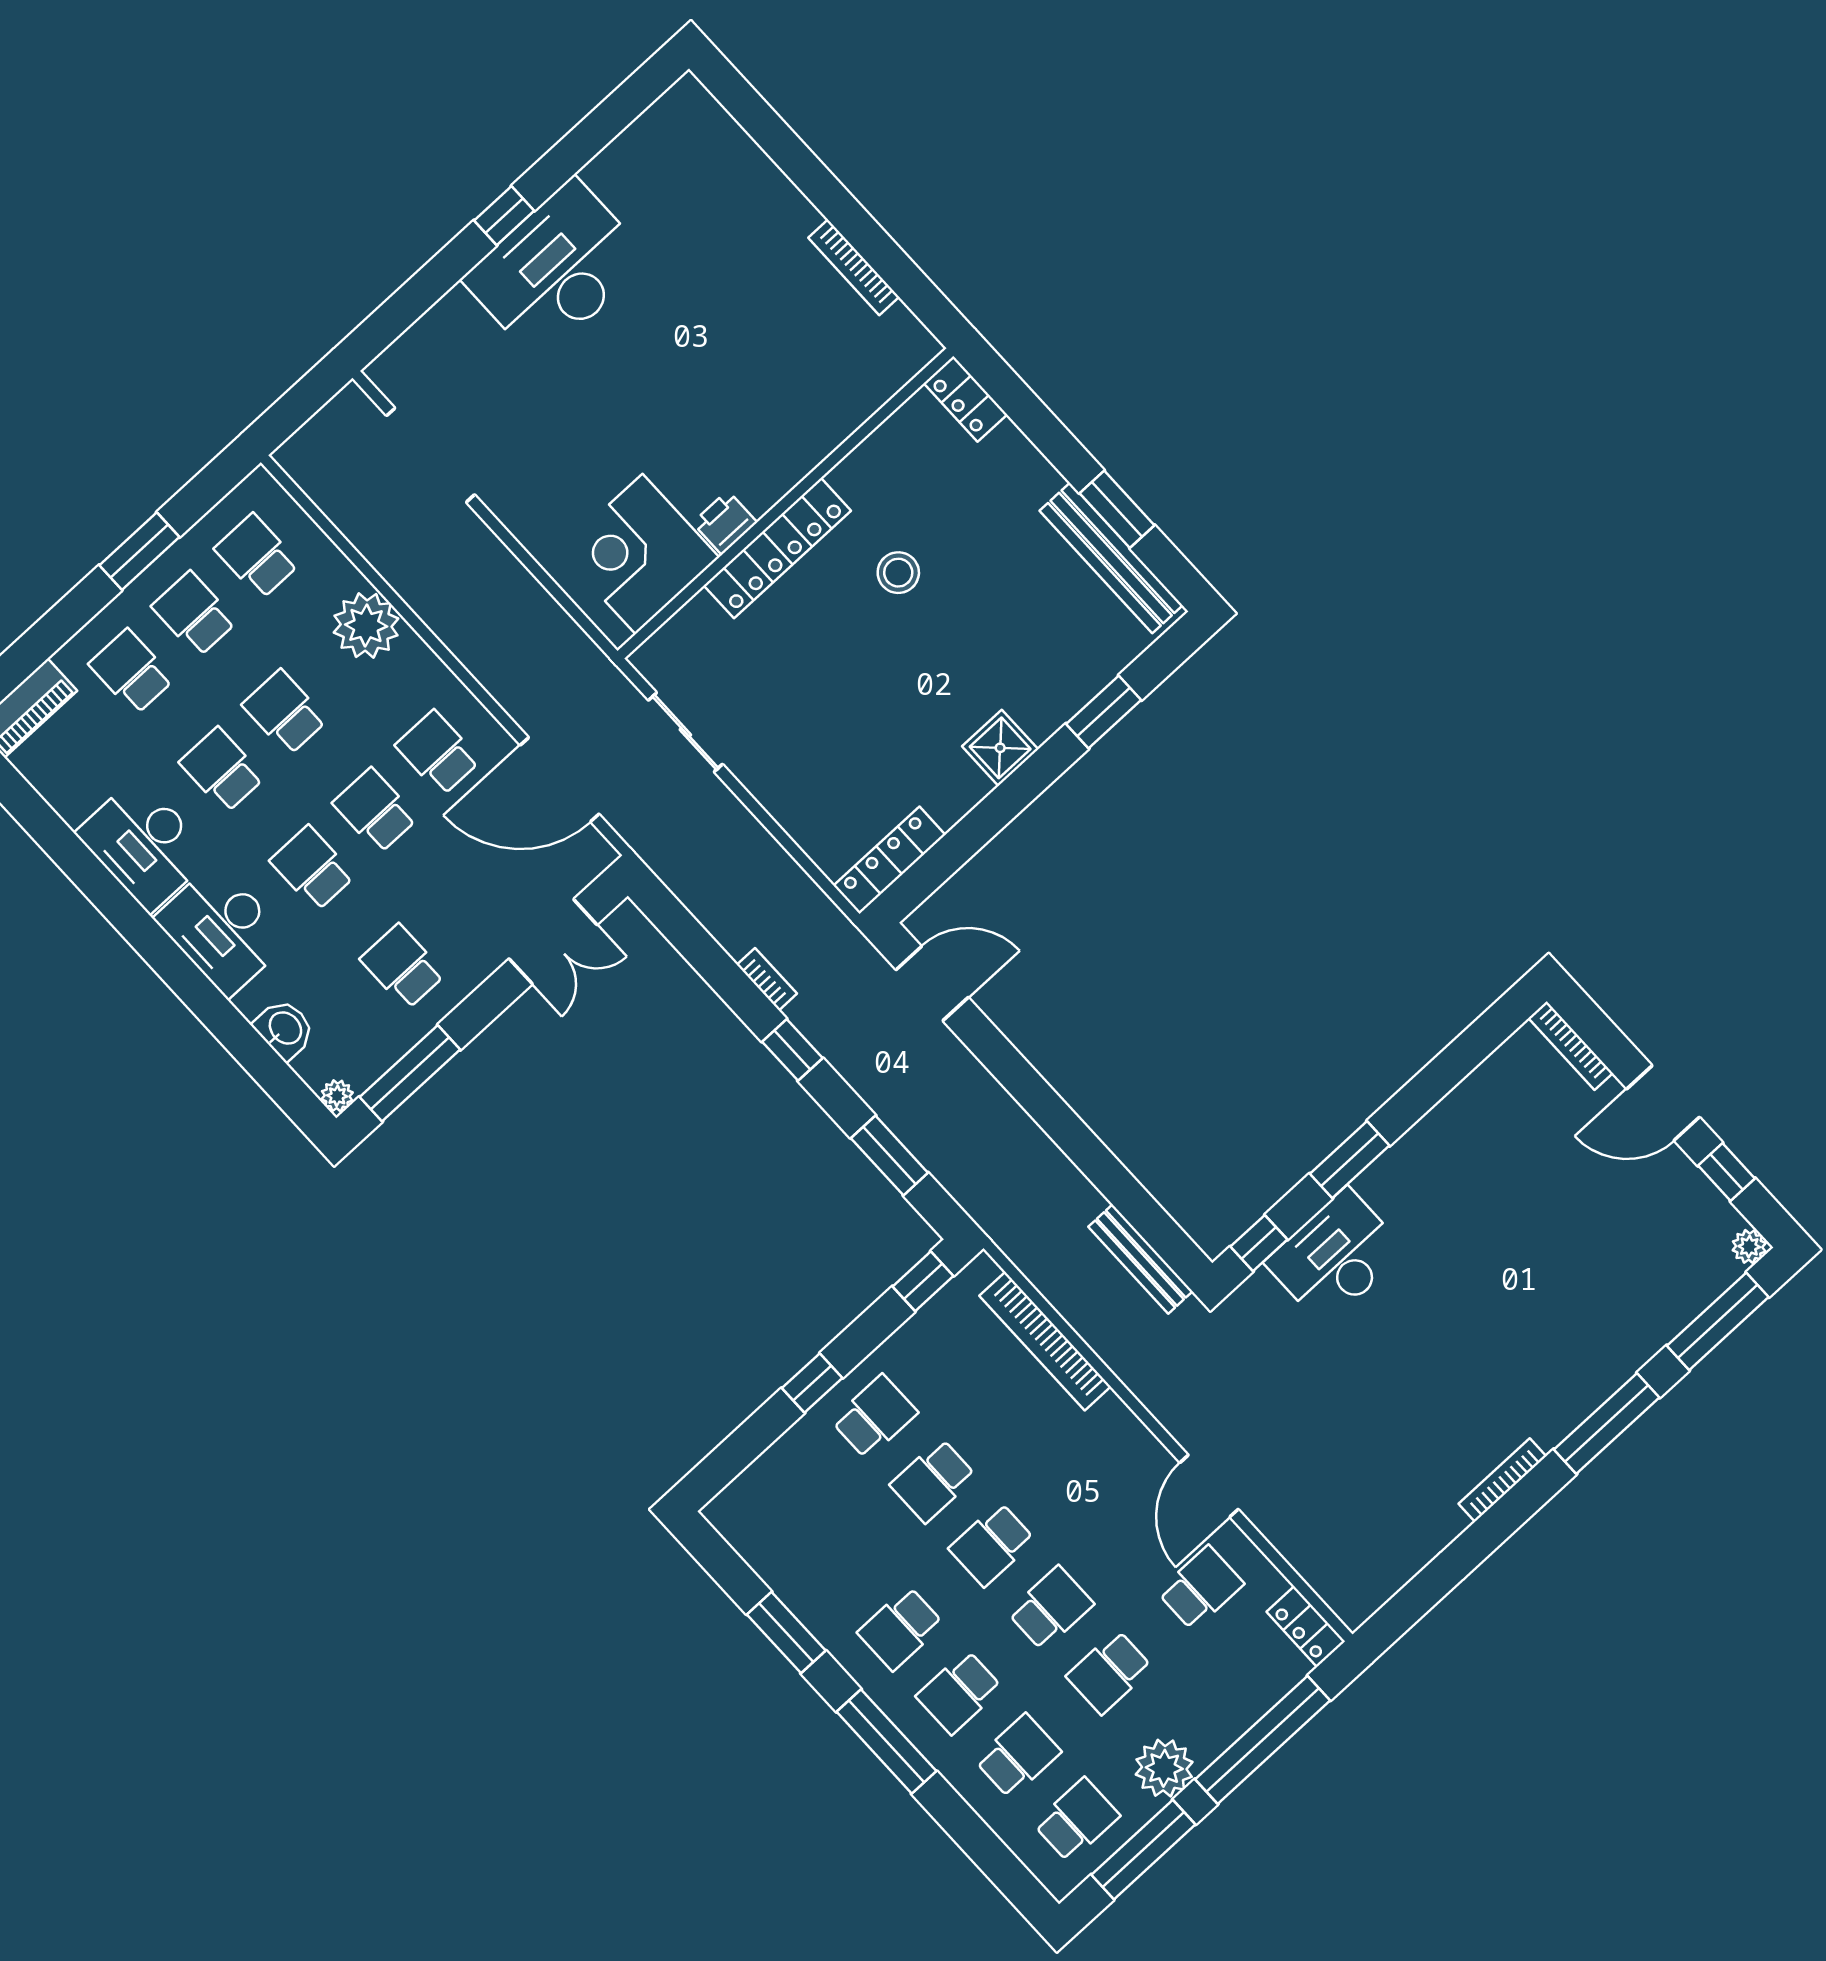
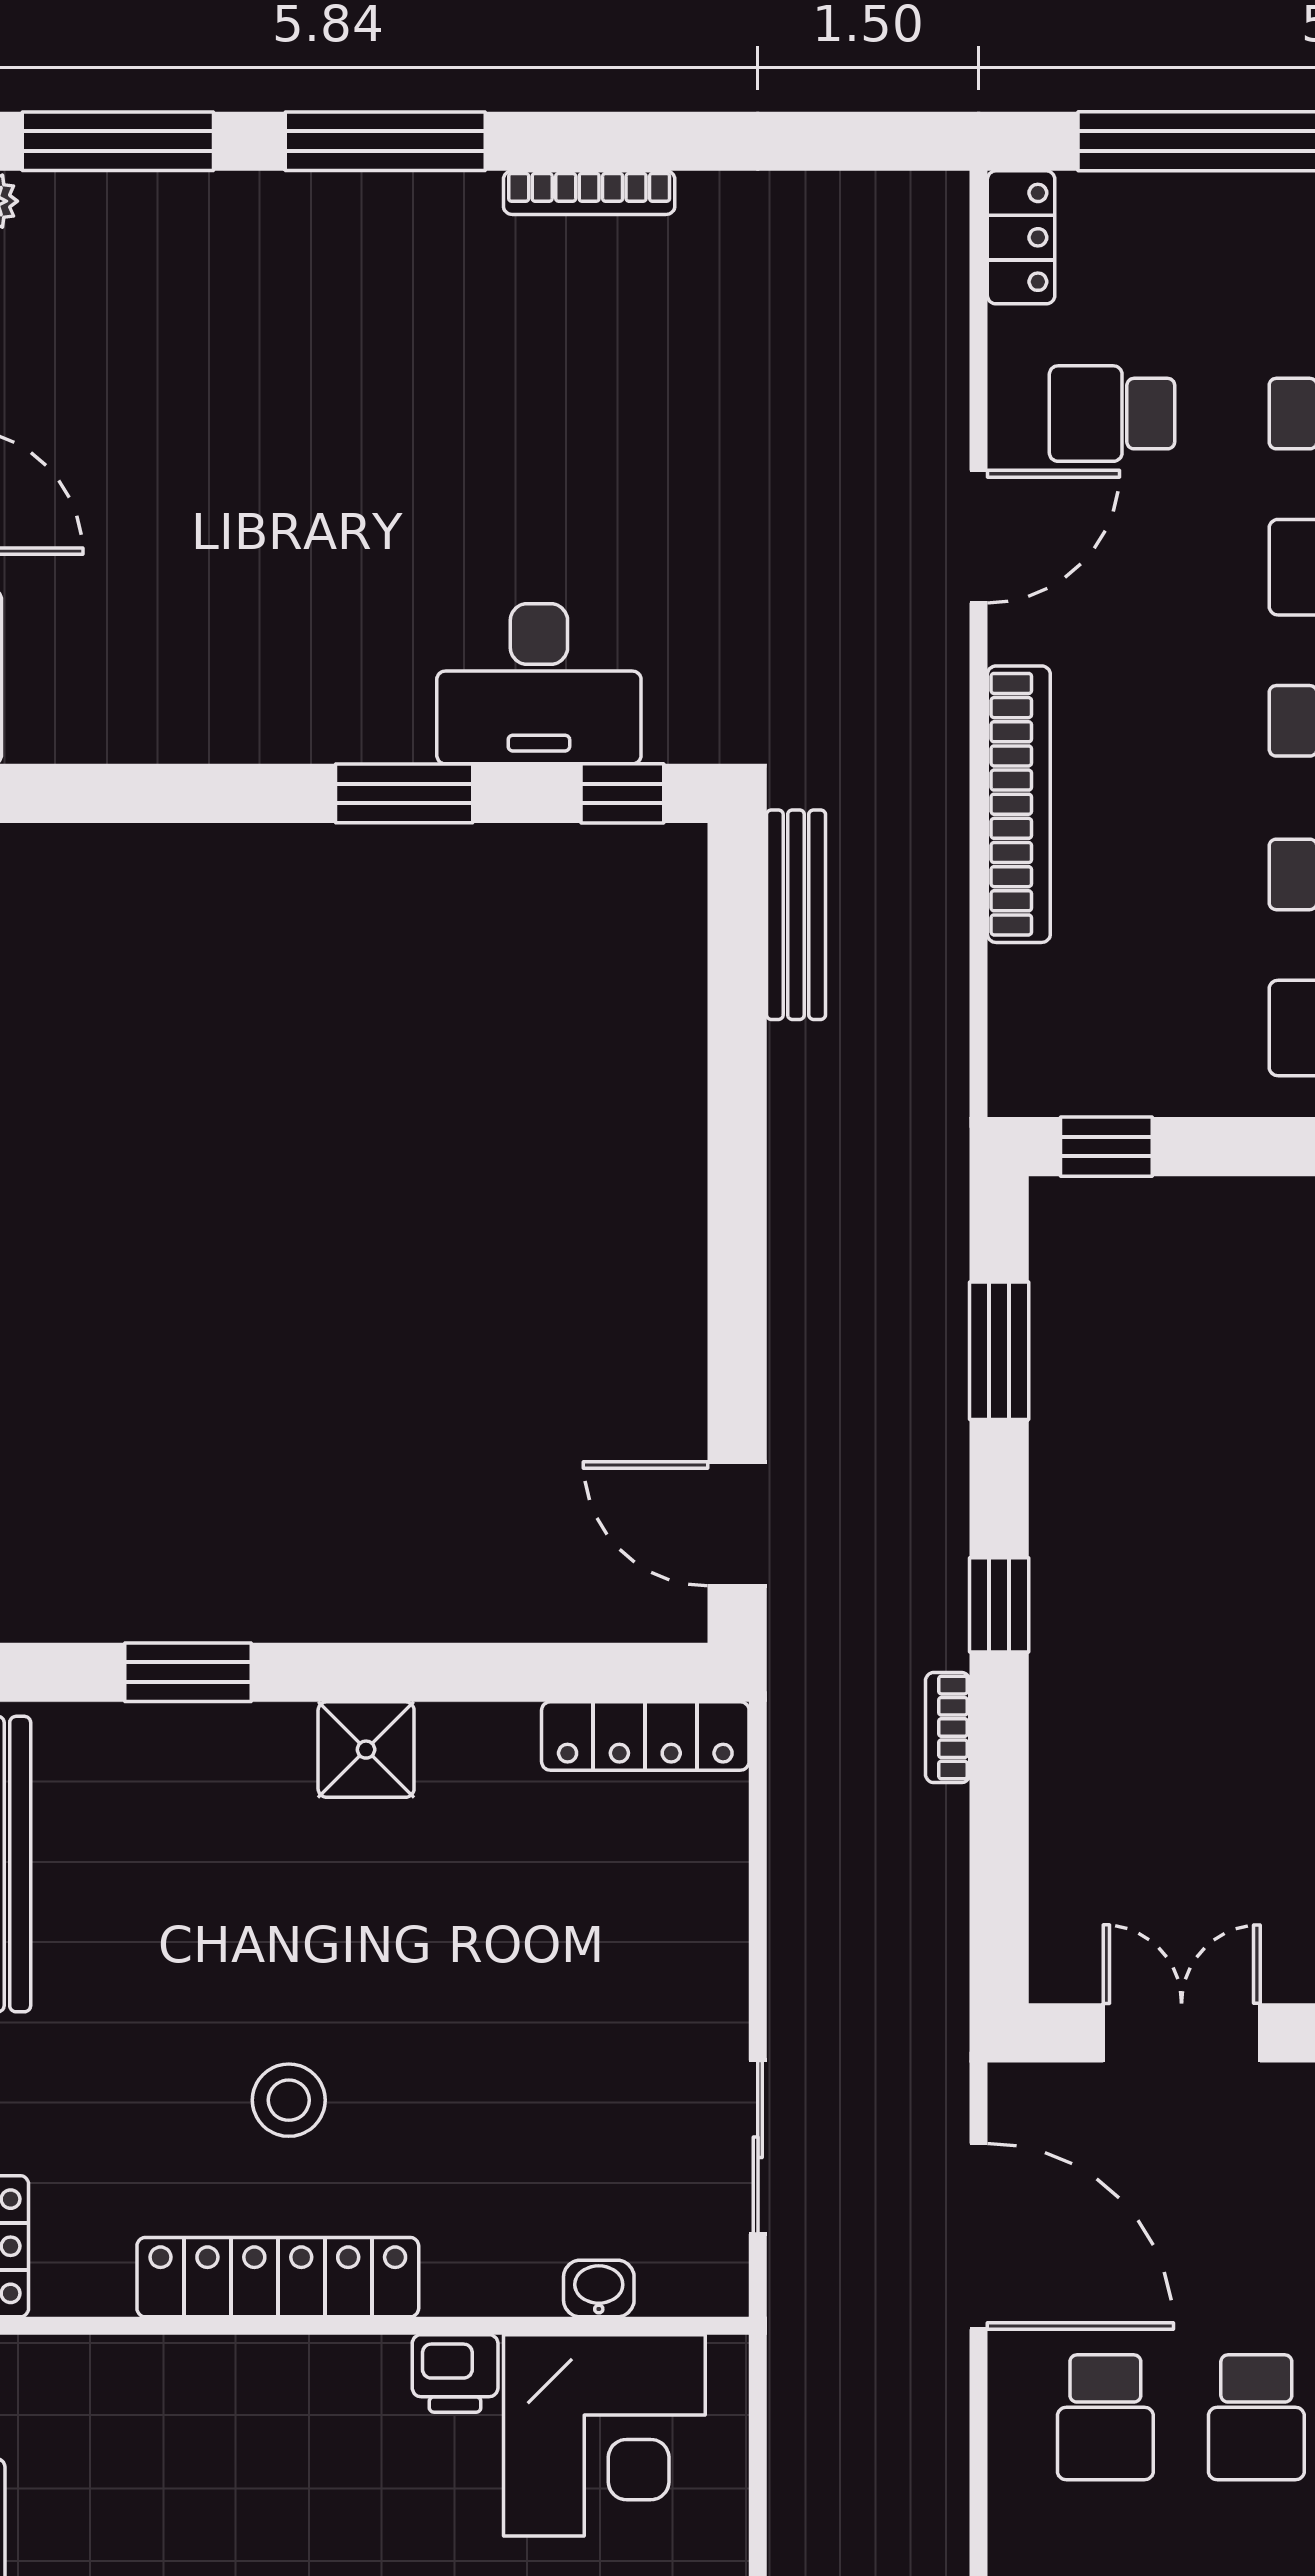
locker: (777, 548) -> (278, 2277), moved
washbasin: (698, 613) -> (599, 2288), added
bookcase: (1045, 1341) -> (1019, 804), moved

